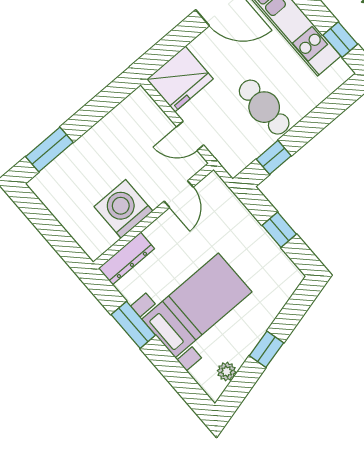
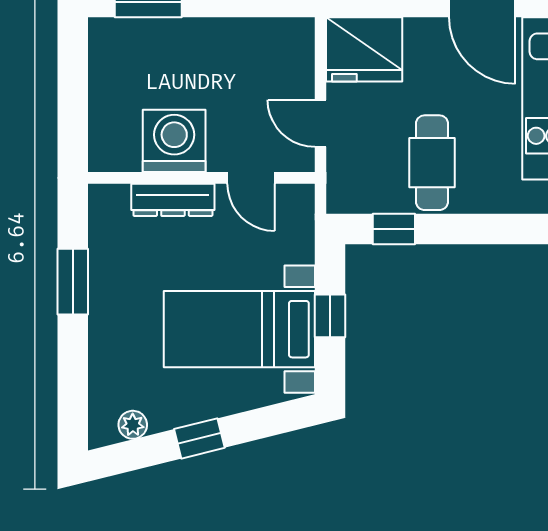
door: (179, 194) -> (251, 178), hinge flipped
dresser: (126, 258) -> (173, 200), moved
bed with nightstands: (197, 305) -> (239, 329), moved, turned 180

